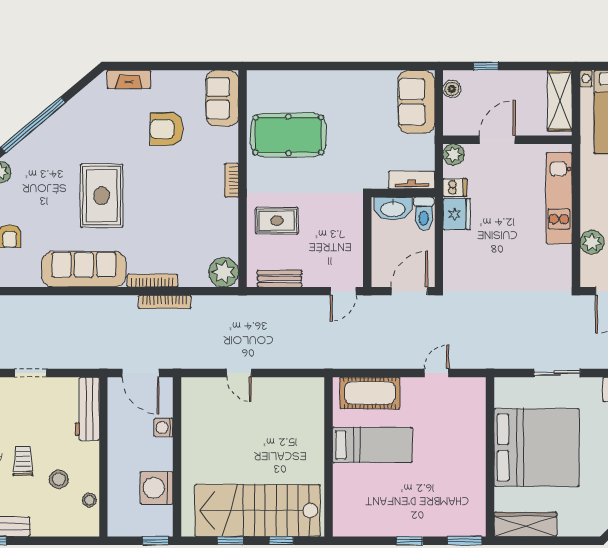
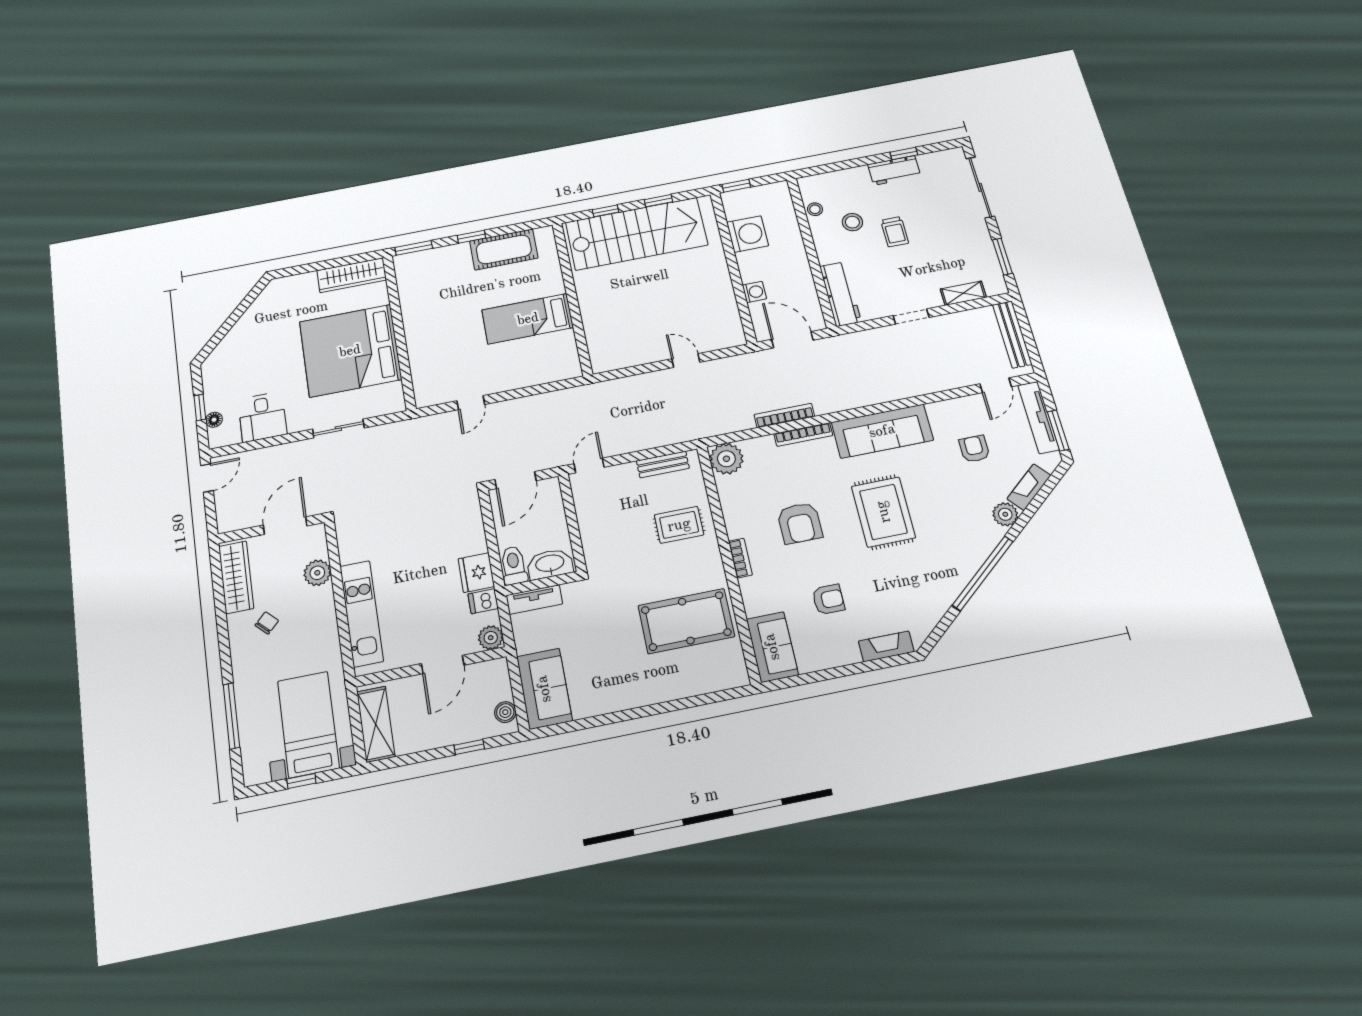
armchair: (167, 129) -> (828, 599), width x0.72, depth x0.72
armchair: (174, 201) -> (800, 523), added
cot: (370, 393) -> (504, 249), moved

